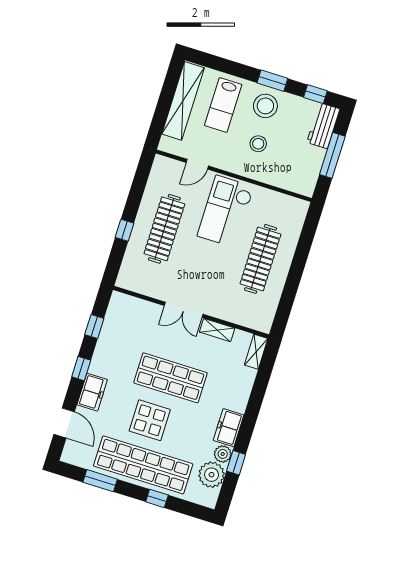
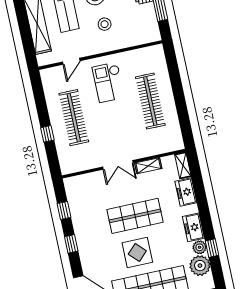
checkout: (226, 211) -> (108, 82), width x0.73, depth x0.83
freezer: (92, 392) -> (186, 192), moved, turned 180

